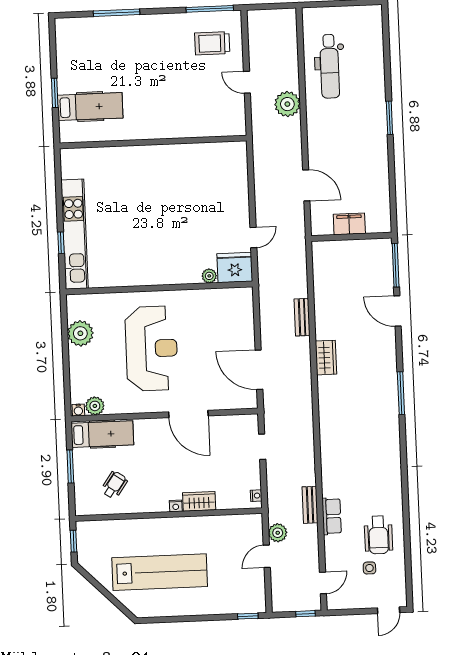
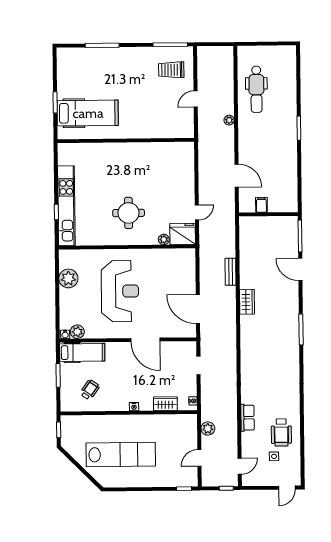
door: (247, 82) -> (196, 99), hinge flipped
plant: (287, 104) -> (229, 120), width x0.53, depth x0.53
hospital bed: (90, 107) -> (88, 113), width x1.37, depth x1.29
filing cabinet: (349, 224) -> (261, 205), width x0.50
round table: (160, 241) -> (129, 213), added
wardrobe: (199, 501) -> (165, 404), moved
bench: (310, 505) -> (232, 409), removed
door: (267, 556) -> (199, 458), moved

